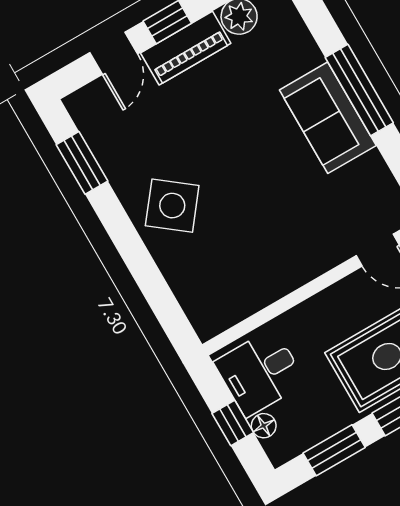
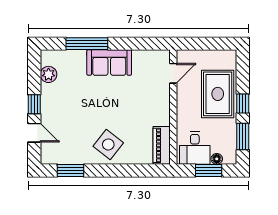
piano: (186, 48) -> (162, 145), moved, turned 180
window: (359, 90) -> (87, 44), moved
window: (233, 423) -> (209, 171), width x1.50

